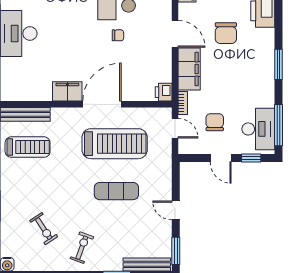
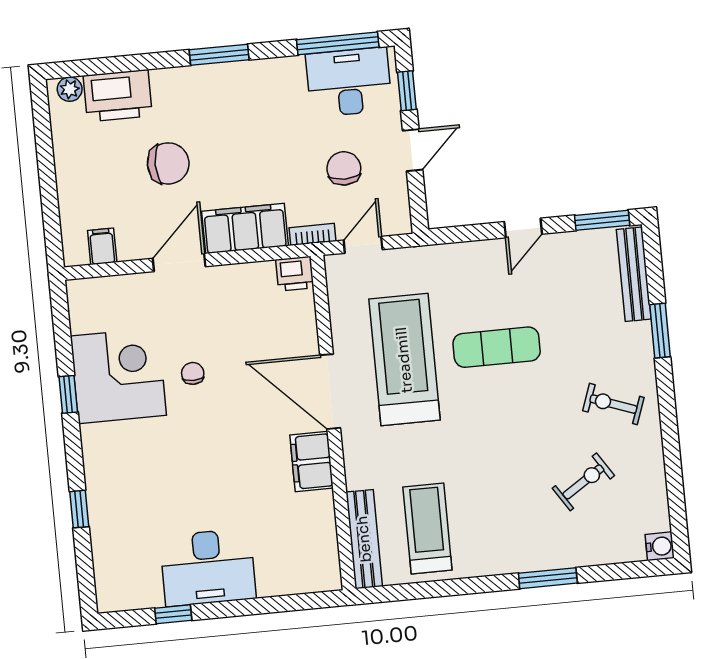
chair: (215, 122) -> (344, 168), turned 90
exercise mat: (116, 191) -> (497, 347), turned 90

